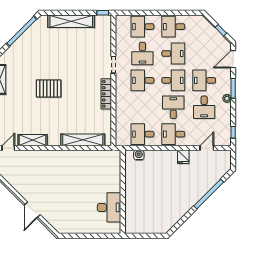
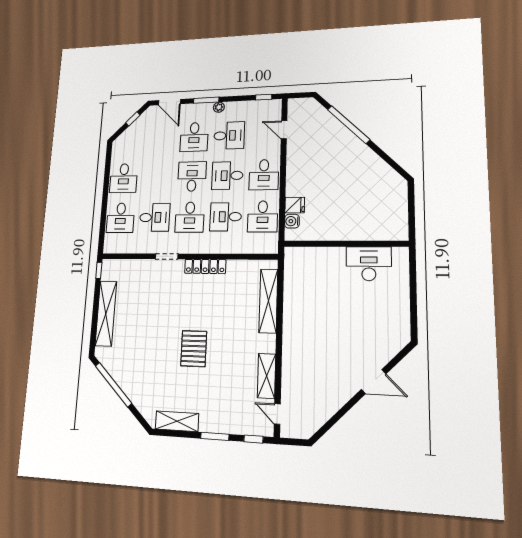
desk: (173, 53) -> (226, 217), moved, turned -90
fridge: (183, 157) -> (295, 205), moved

